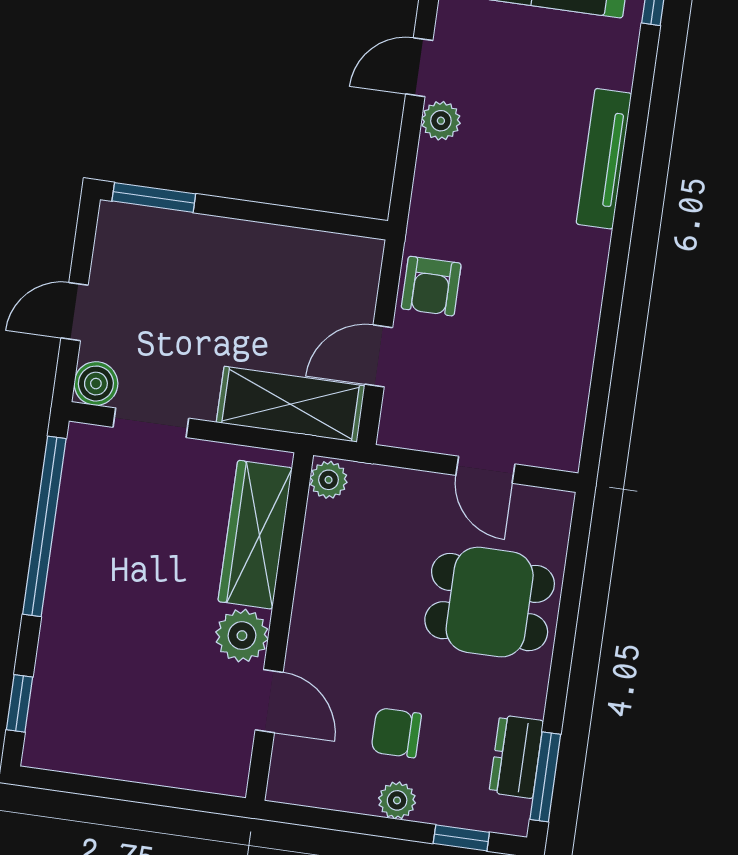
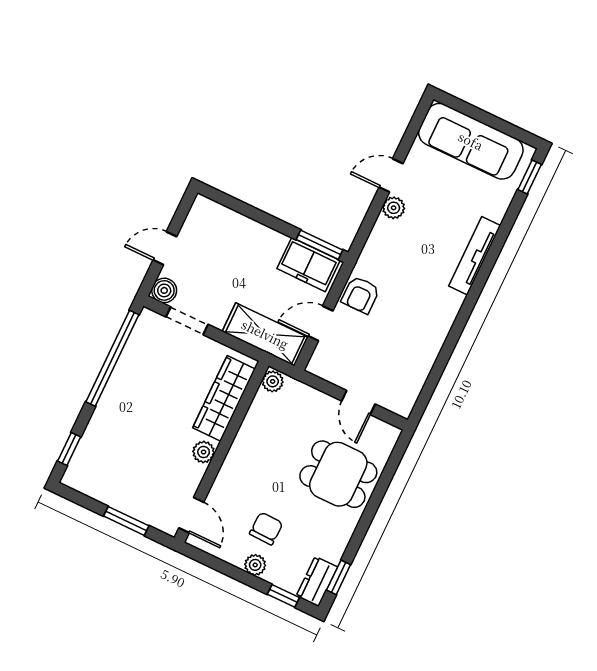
window: (154, 197) -> (320, 245), moved
freezer: (327, 262) -> (308, 265), added
plant: (242, 636) -> (204, 452), width x0.73, depth x0.73
door: (269, 701) -> (191, 515), moved
chair: (396, 733) -> (266, 529), turned 92
dresser: (516, 757) -> (317, 581), moved
window: (545, 777) -> (339, 577), width x0.67
window: (155, 795) -> (126, 521), added

